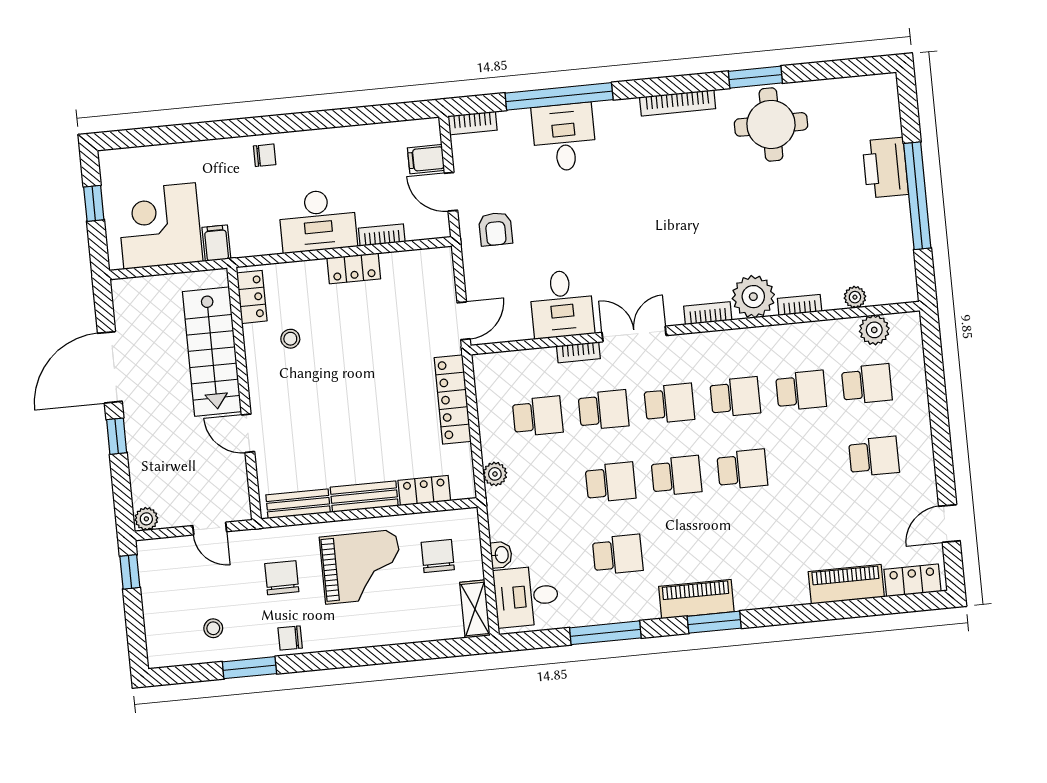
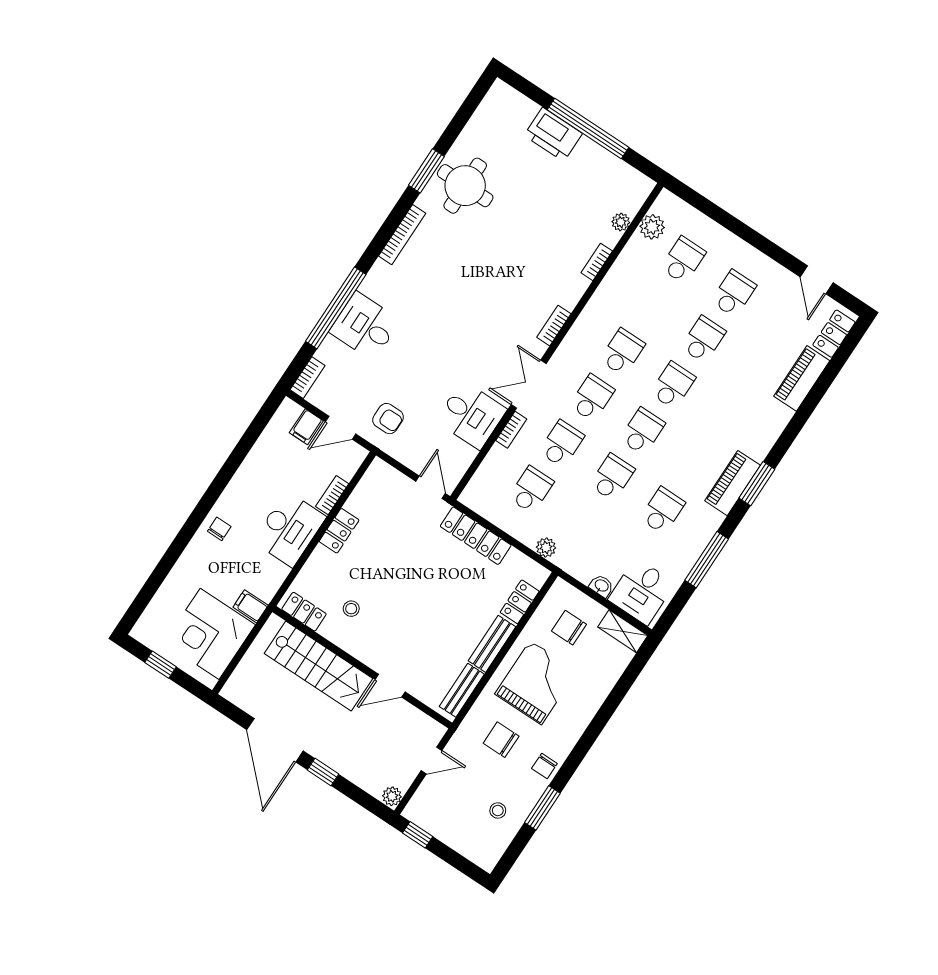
plant: (753, 297) -> (567, 287), removed
school desk: (801, 390) -> (703, 339), moved

